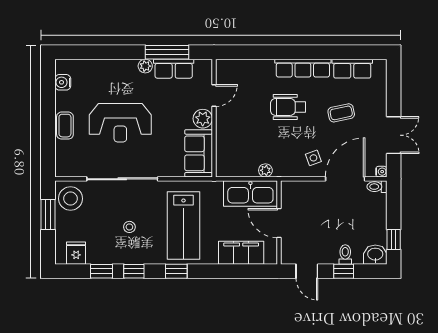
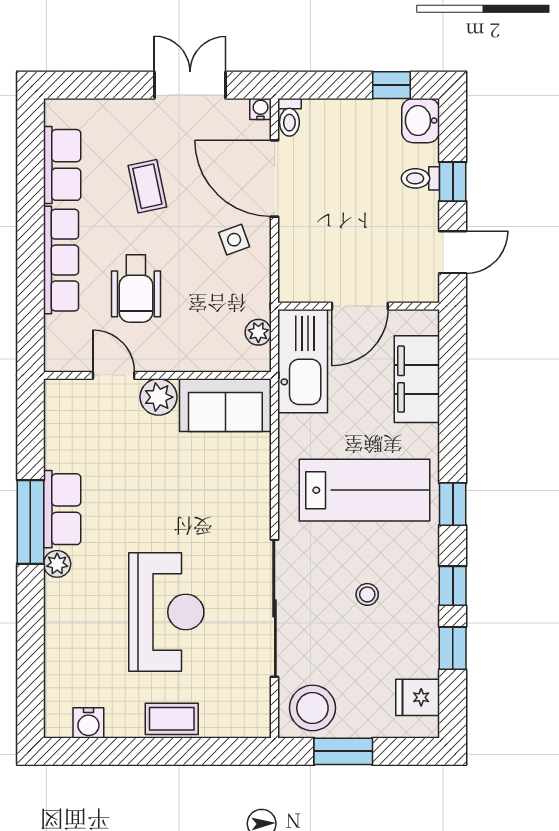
door: (214, 95) -> (114, 375), moved
wall: (214, 118) -> (157, 375), moved
plant: (203, 119) -> (159, 397), moved
sofa: (199, 153) -> (225, 405), moved

